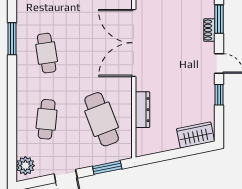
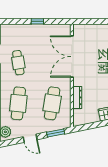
cafe table: (47, 119) -> (18, 103), width x1.37, depth x1.35
cafe table: (102, 119) -> (52, 103), turned 30

